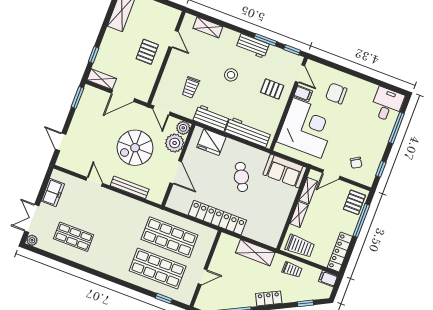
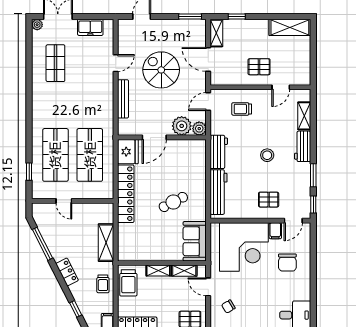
workbench: (253, 46) -> (303, 146), moved
trolley: (191, 87) -> (242, 109), moved
pallet: (272, 89) -> (269, 200), turned 90
chair: (336, 93) -> (287, 262), turned 180
fridge: (211, 142) -> (128, 152), moved, turned 180
spiral stairs: (135, 148) -> (161, 70), moved

